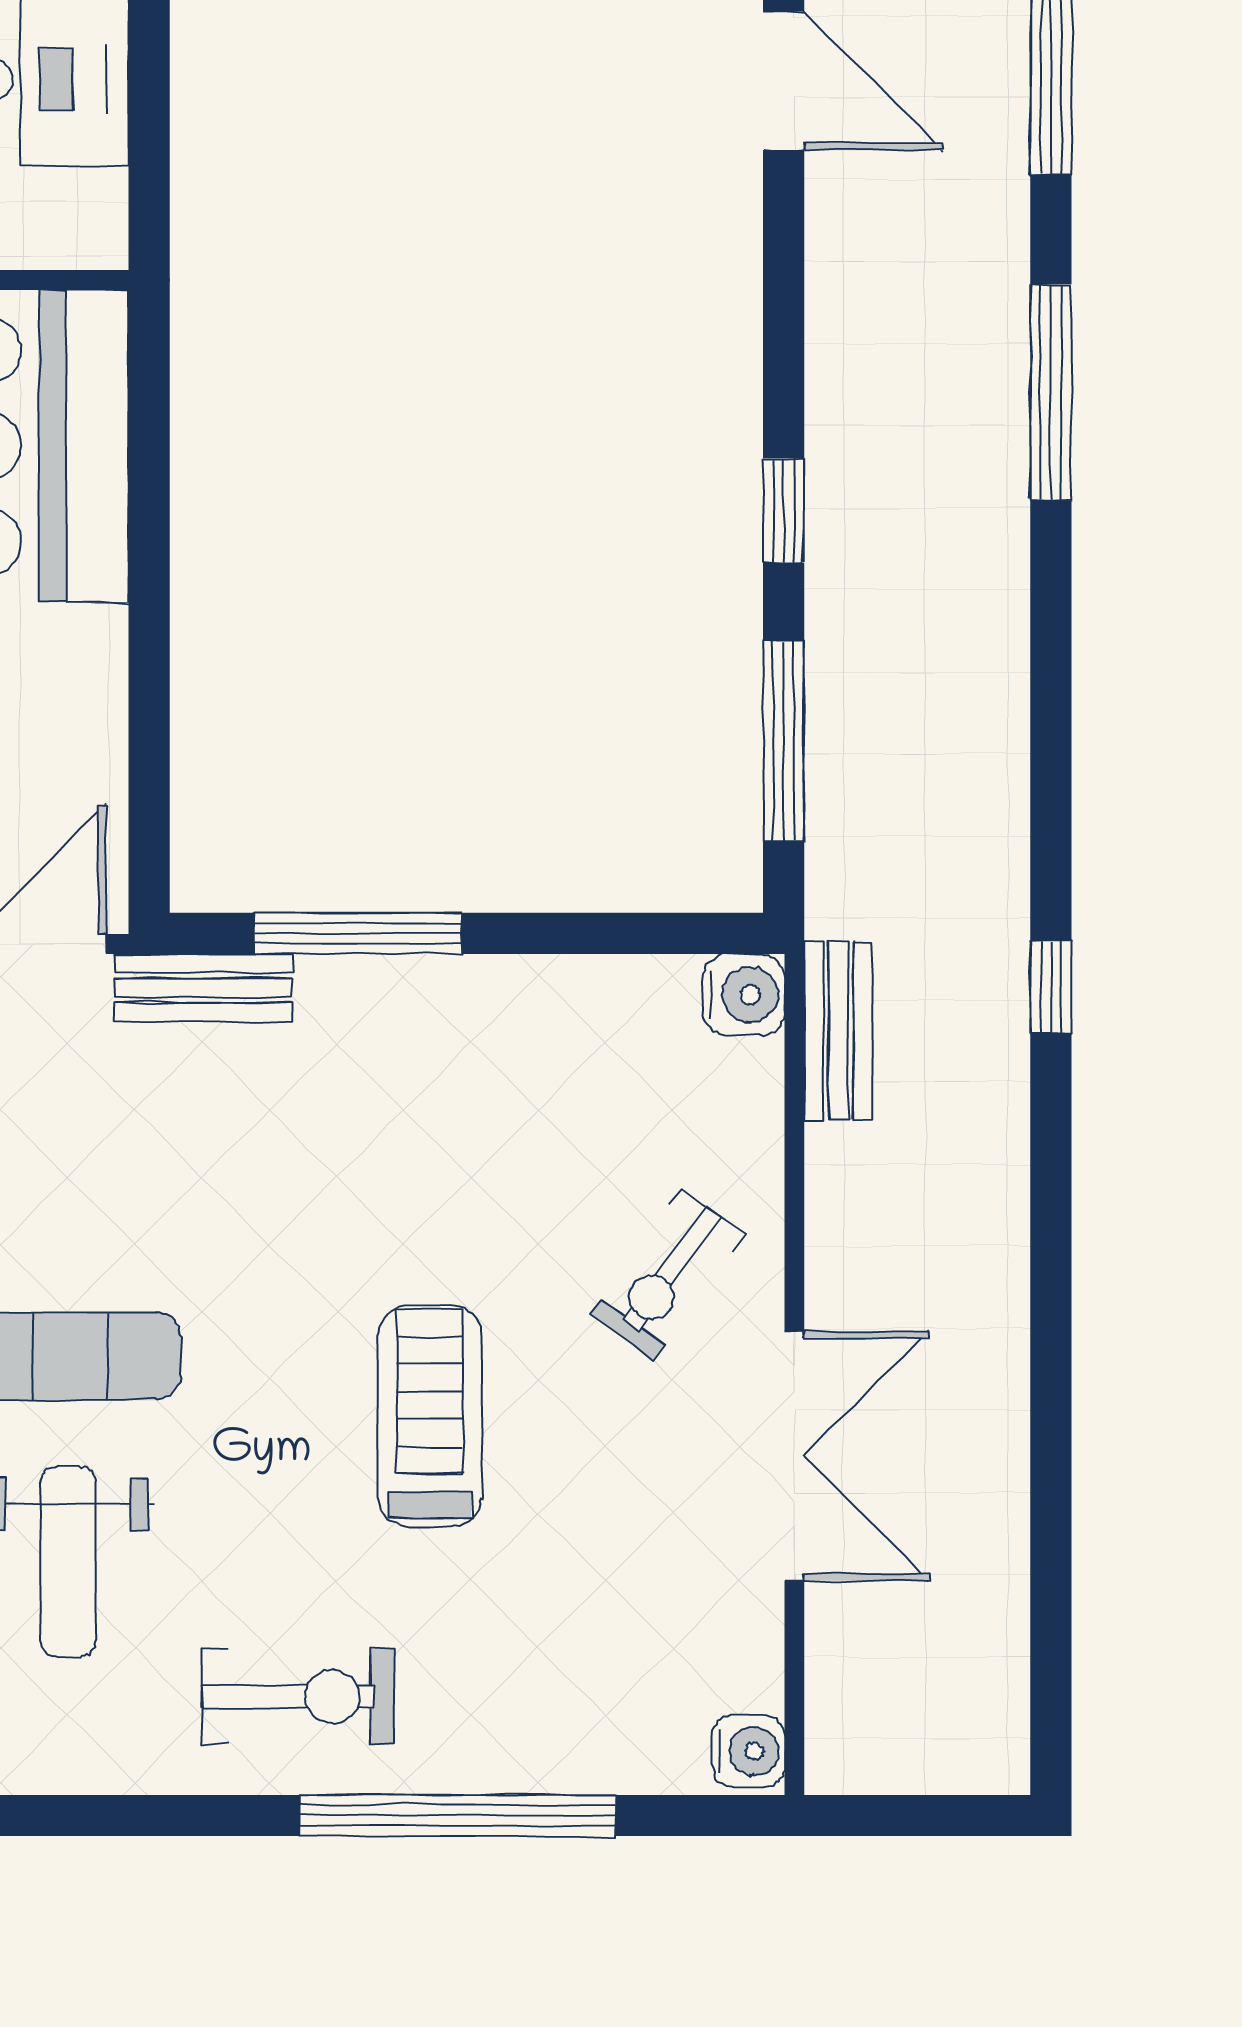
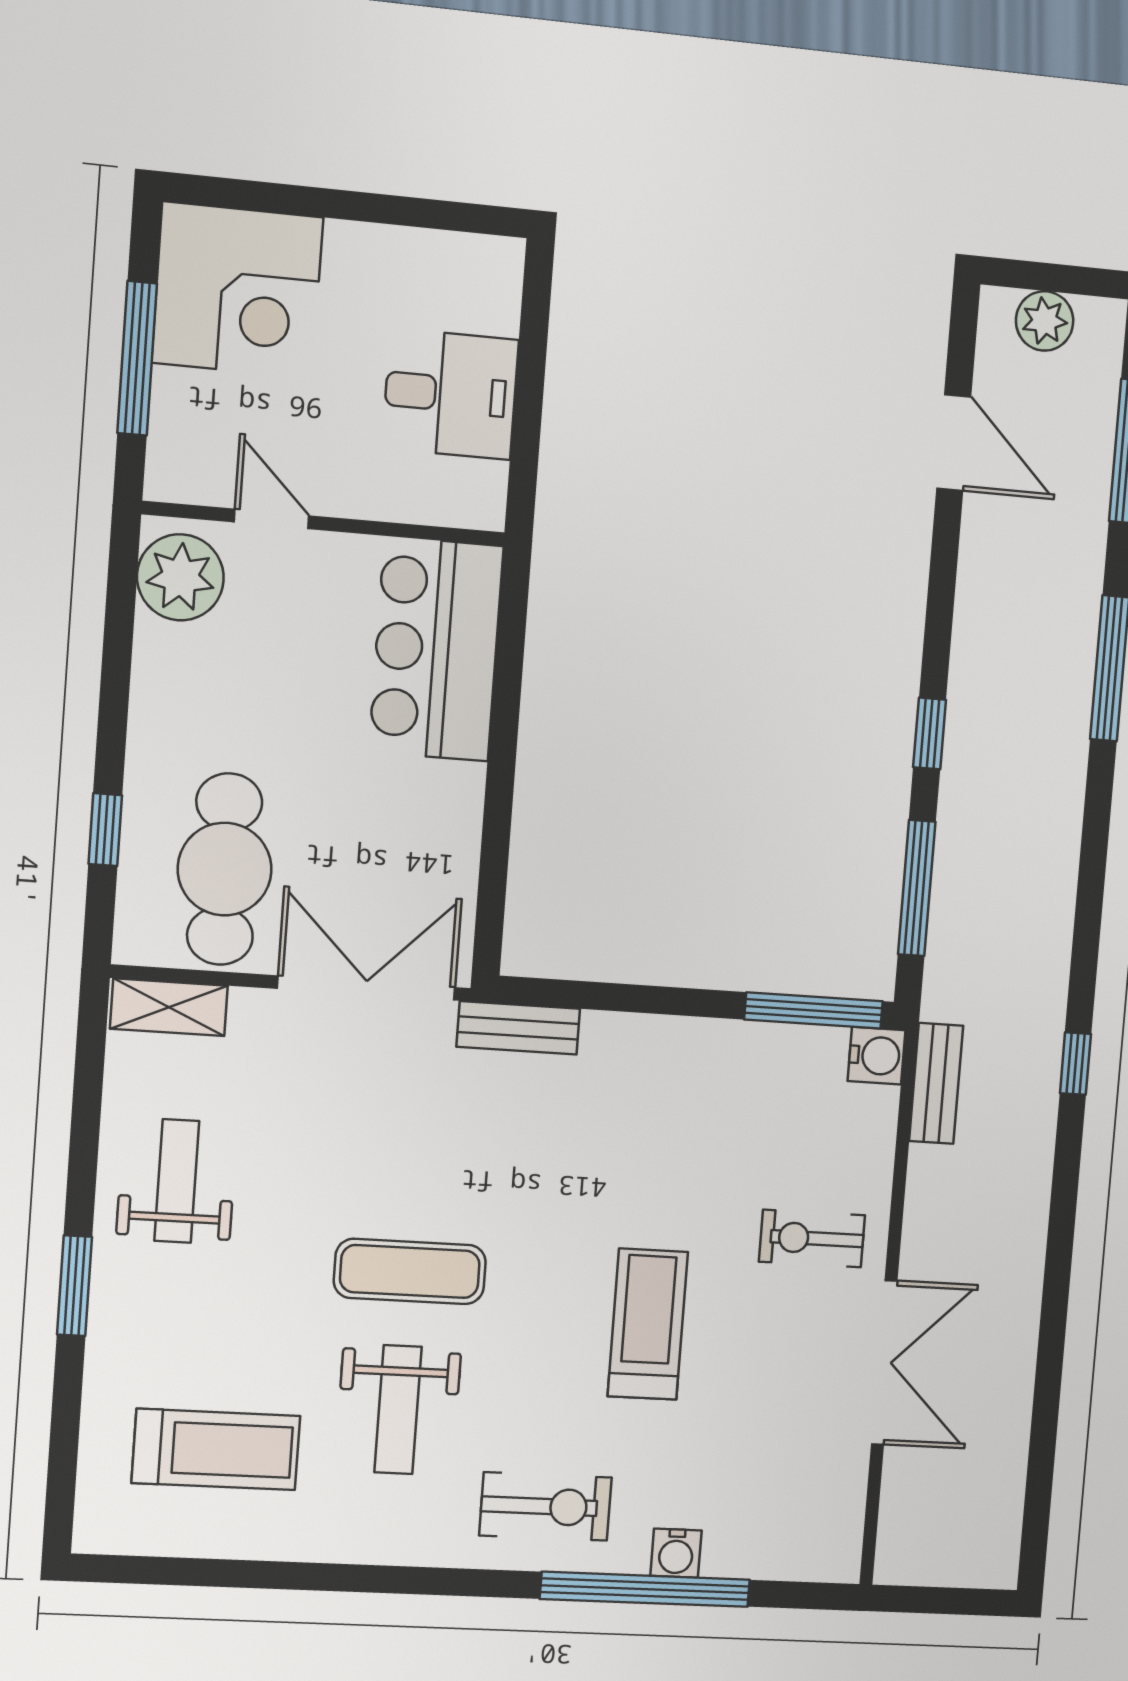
window: (358, 933) -> (814, 1010), moved
exercise bike: (668, 1274) -> (812, 1238), turned 54
water cooler: (748, 1751) -> (676, 1553), moved, turned 90

